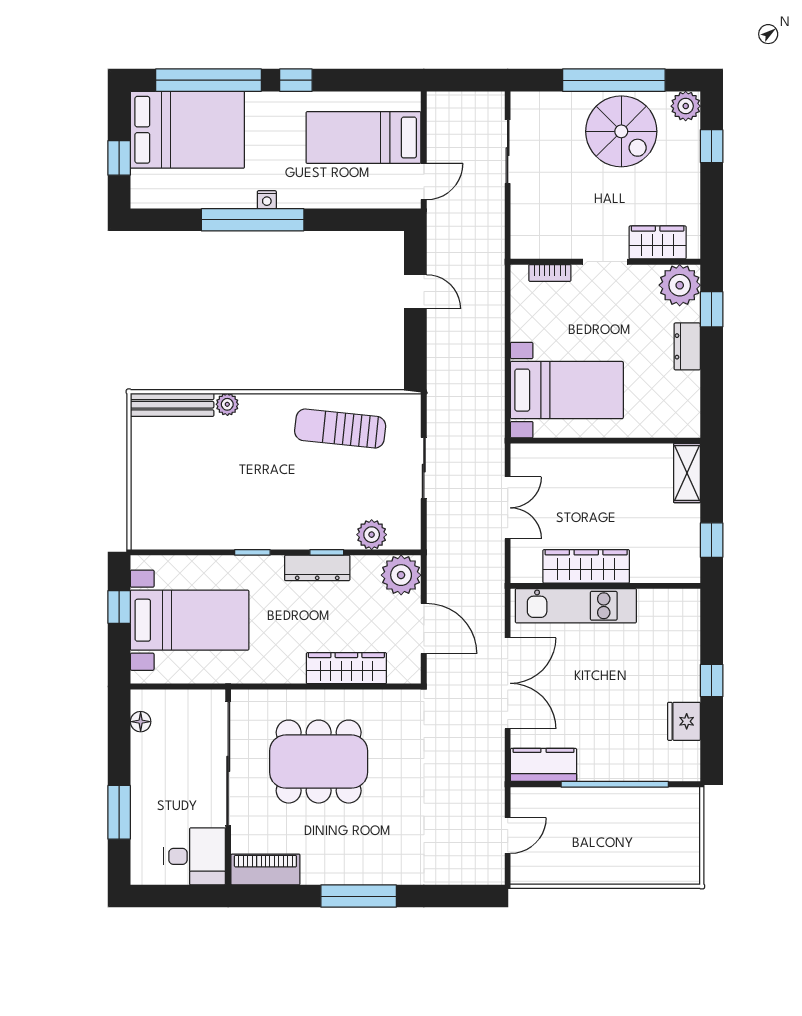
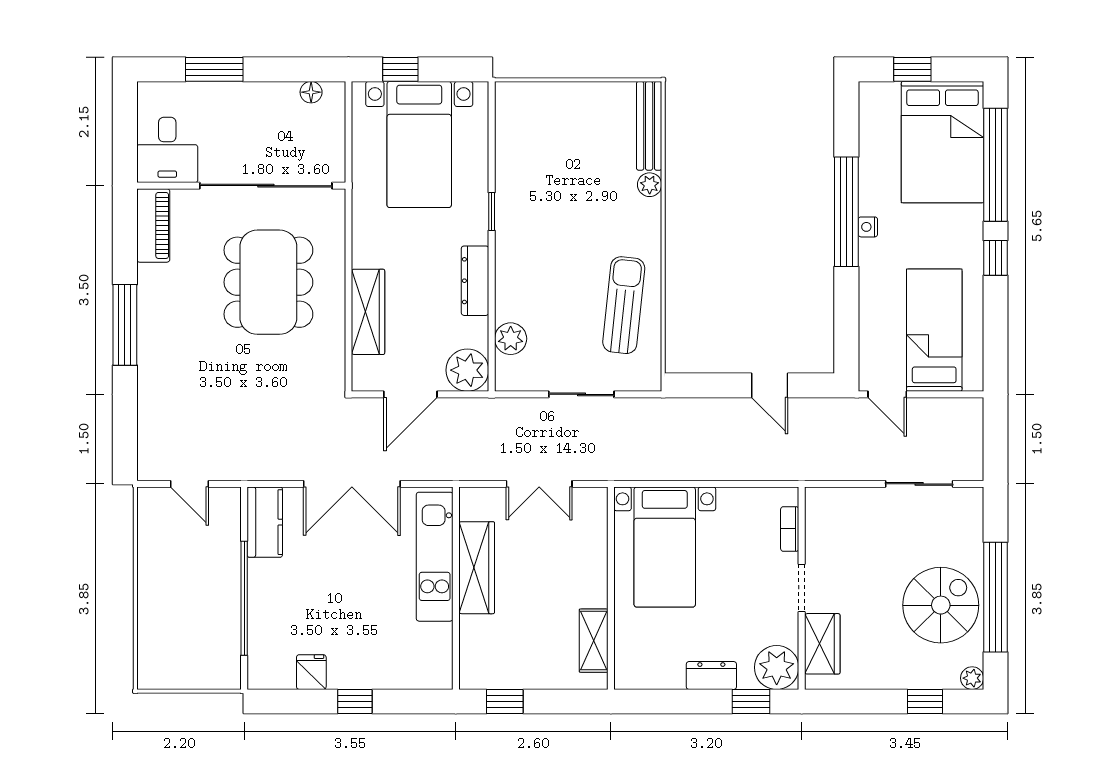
plant: (686, 106) -> (972, 678), width x0.73, depth x0.73
spiral stairs: (621, 131) -> (941, 605), turned 180
door: (415, 292) -> (770, 385), hinge flipped
shelving: (687, 473) -> (594, 641), moved, turned 90
window: (327, 552) -> (492, 291), removed
window: (119, 607) -> (400, 69), moved
fridge: (684, 721) -> (311, 672), width x0.72

